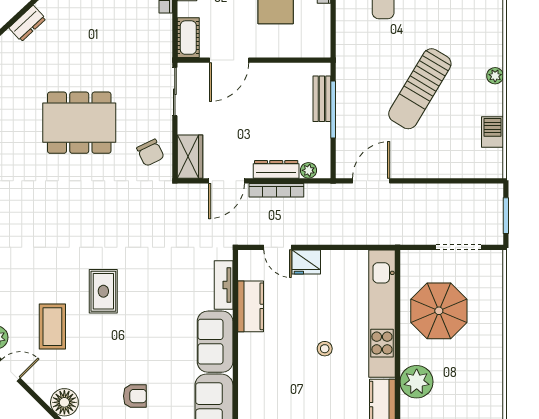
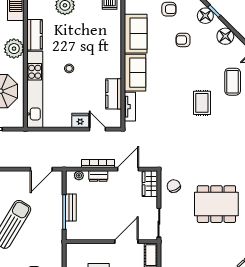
bench: (322, 99) -> (71, 208), moved
dresser: (276, 169) -> (98, 176), width x0.70

